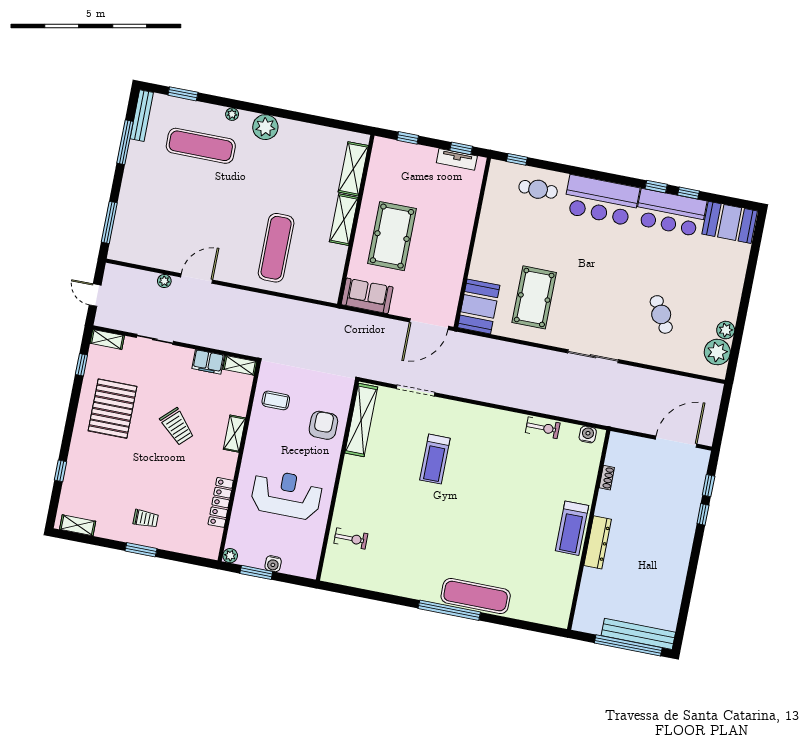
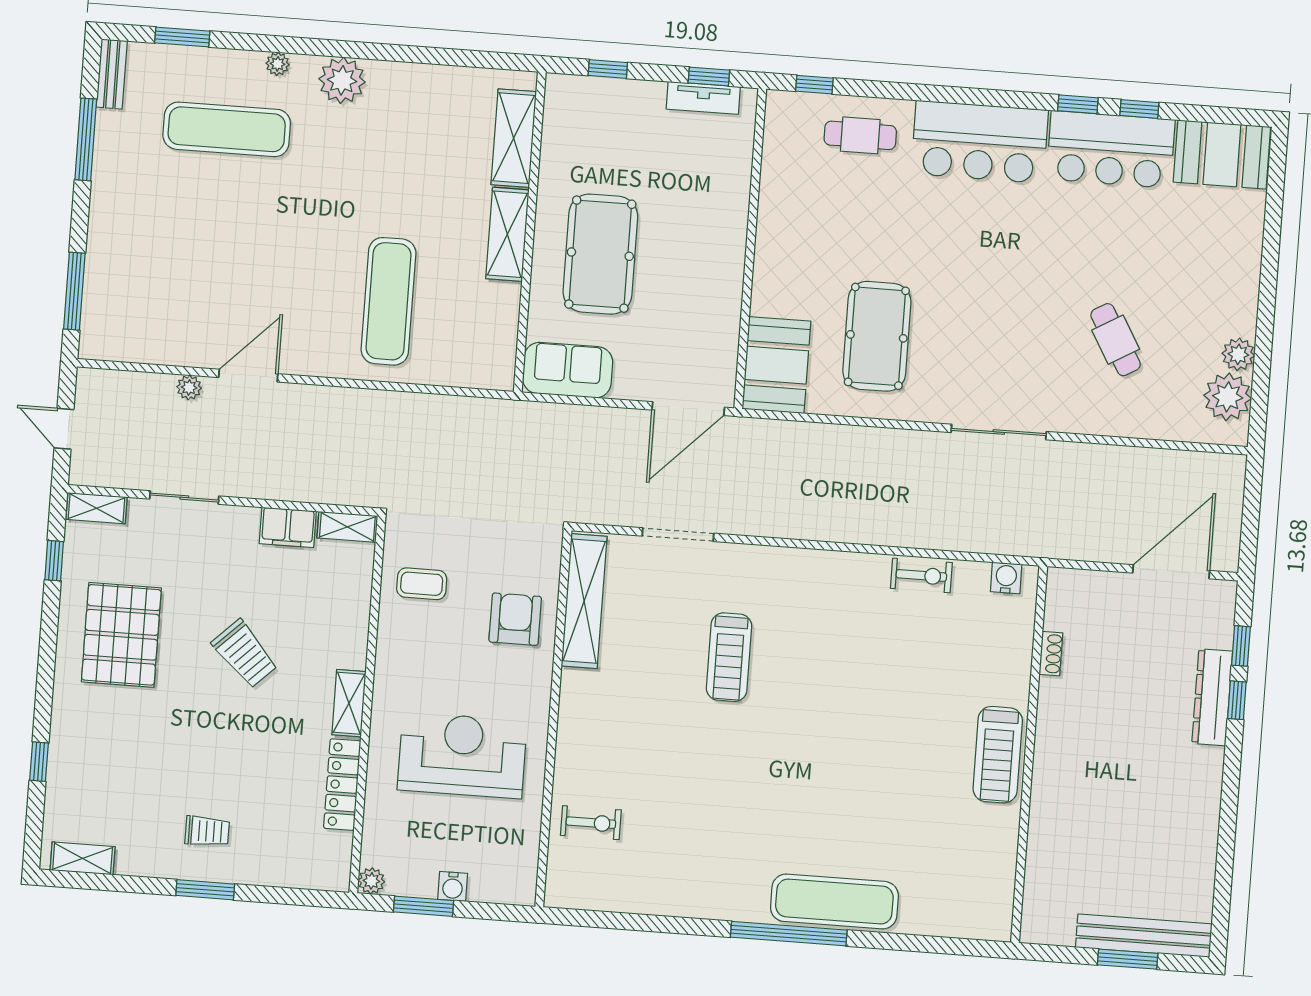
bench: (142, 116) -> (112, 74), width x0.73
shelving: (235, 434) -> (349, 703), moved
dresser: (598, 542) -> (1212, 697), moved, turned 180
window: (628, 645) -> (1128, 959), width x0.47

